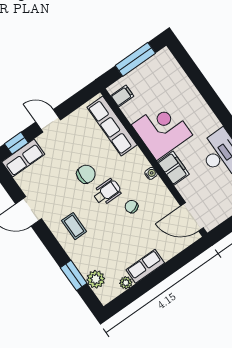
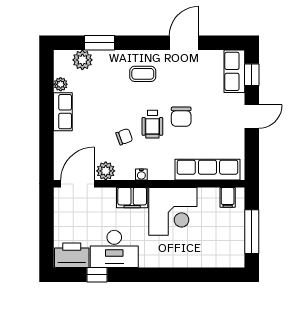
plant: (167, 202) -> (106, 171), added

